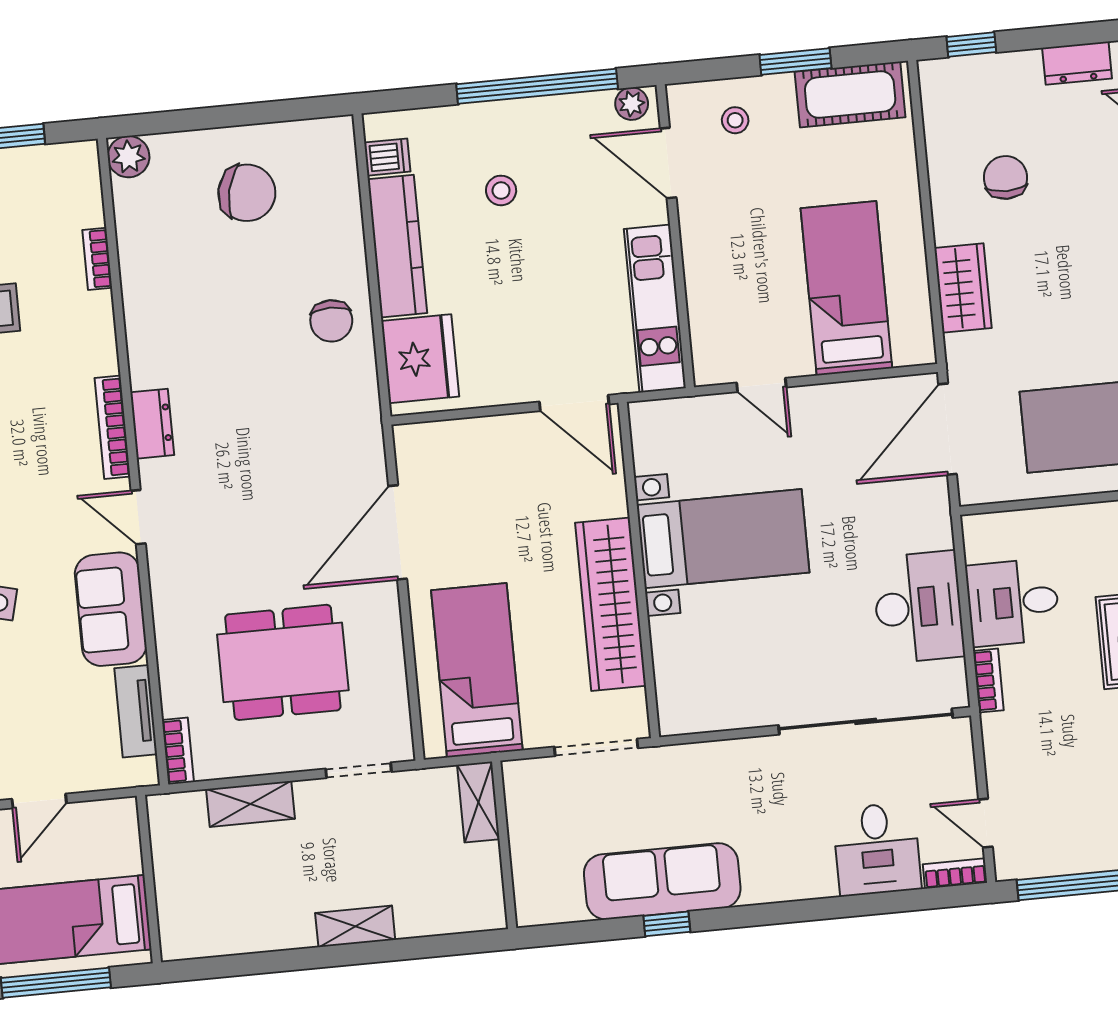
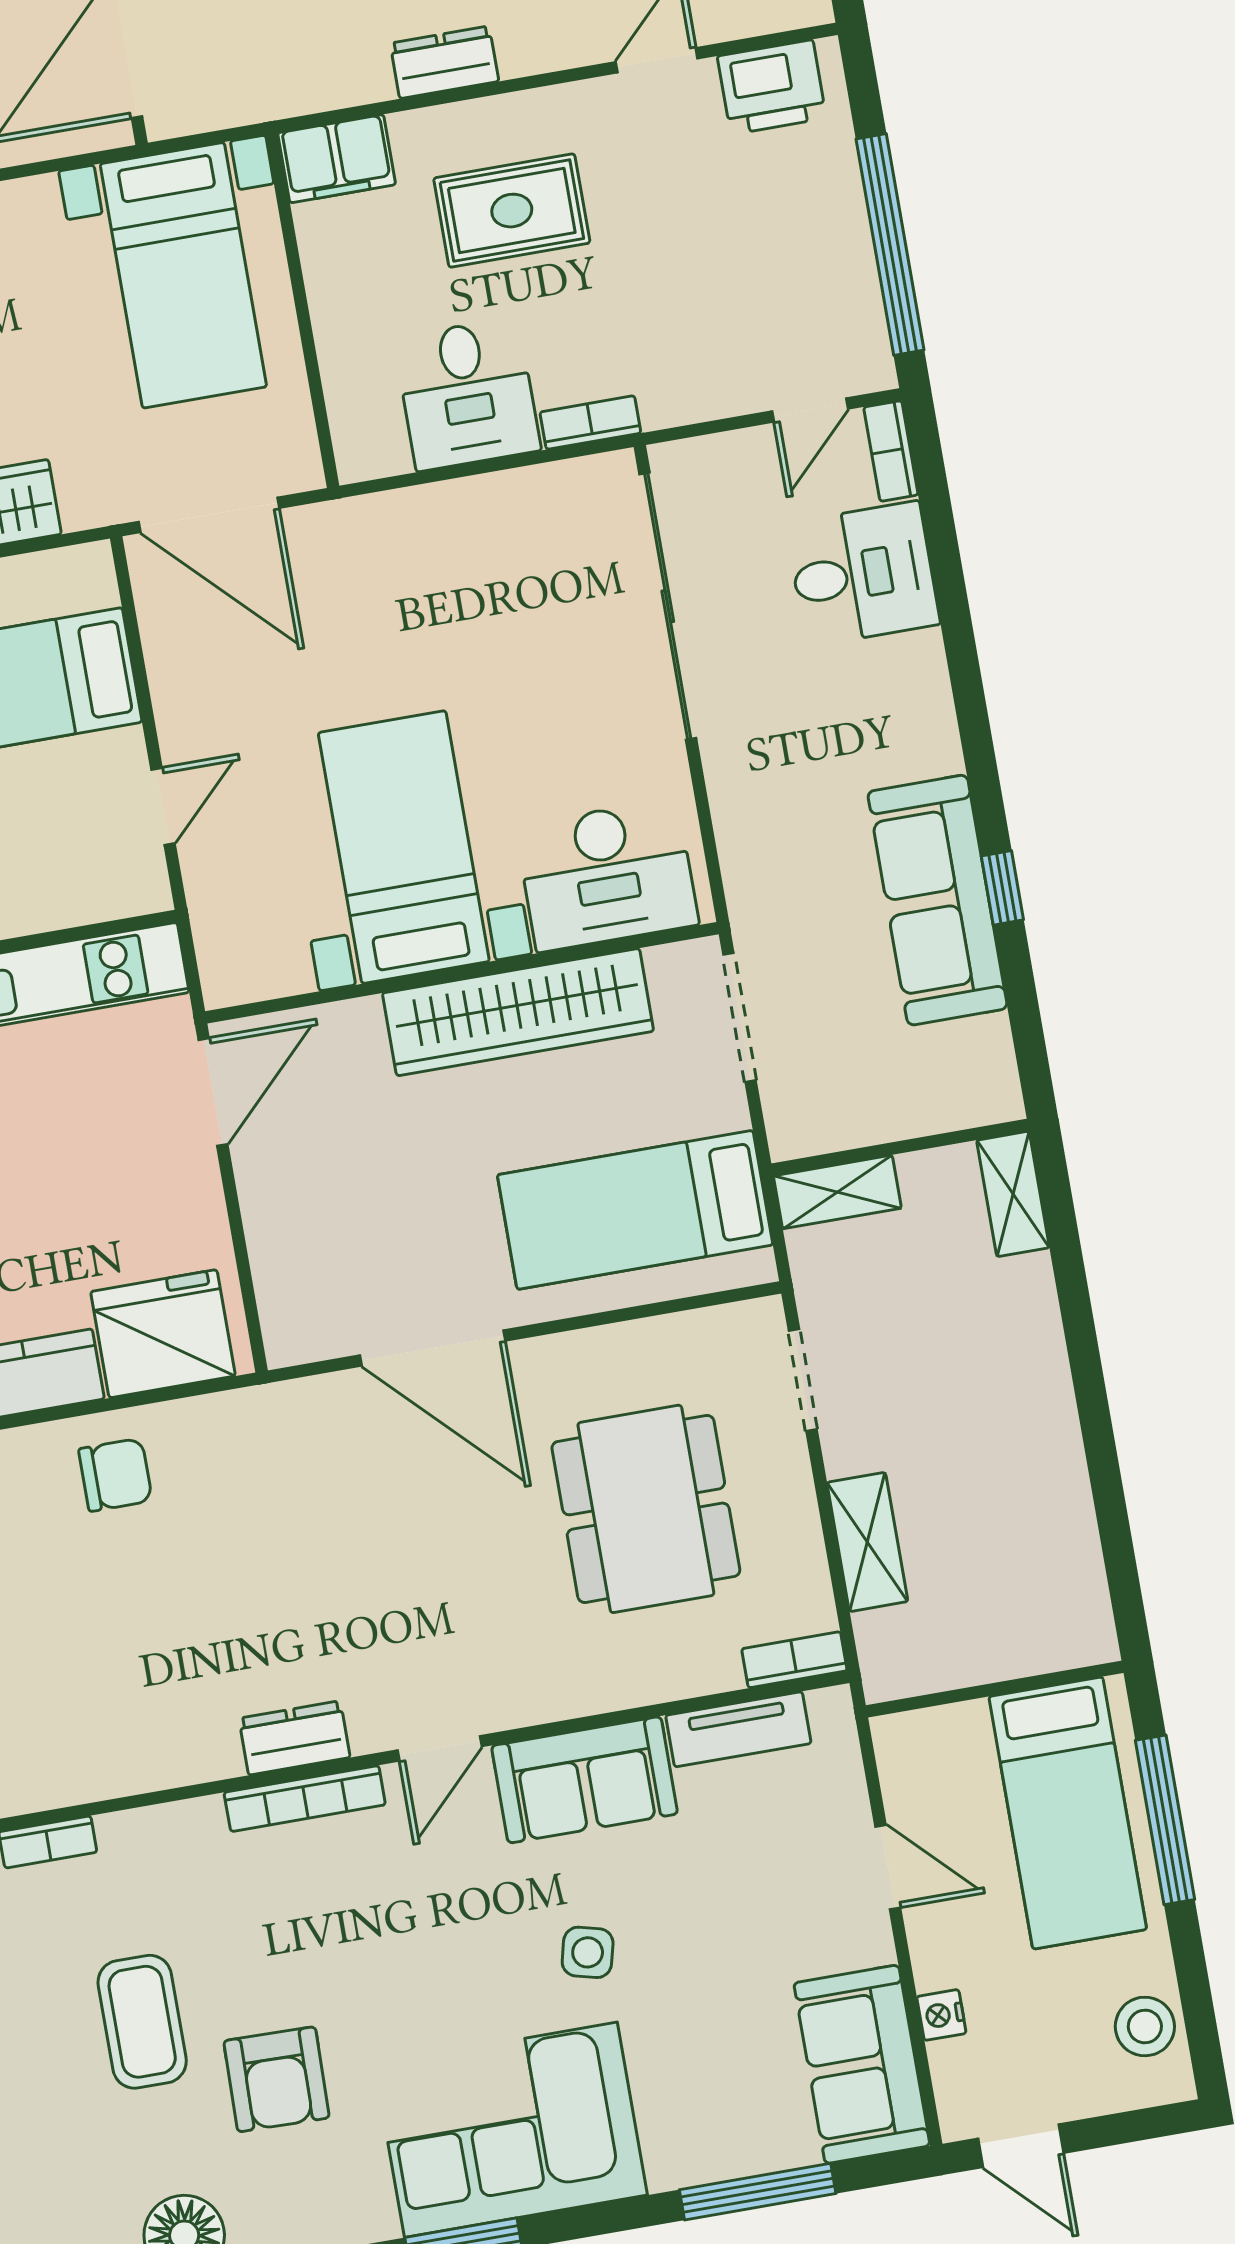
desk: (918, 607) -> (607, 875), moved, turned 180
shelving: (355, 926) -> (1013, 1194), moved

